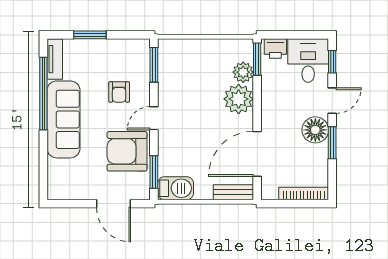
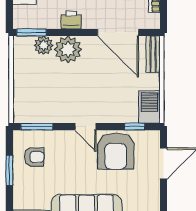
window: (90, 35) -> (9, 170), moved
printer: (275, 48) -> (71, 20), moved, turned -90
armchair: (119, 92) -> (34, 157), moved
window: (154, 172) -> (135, 127), width x0.67

